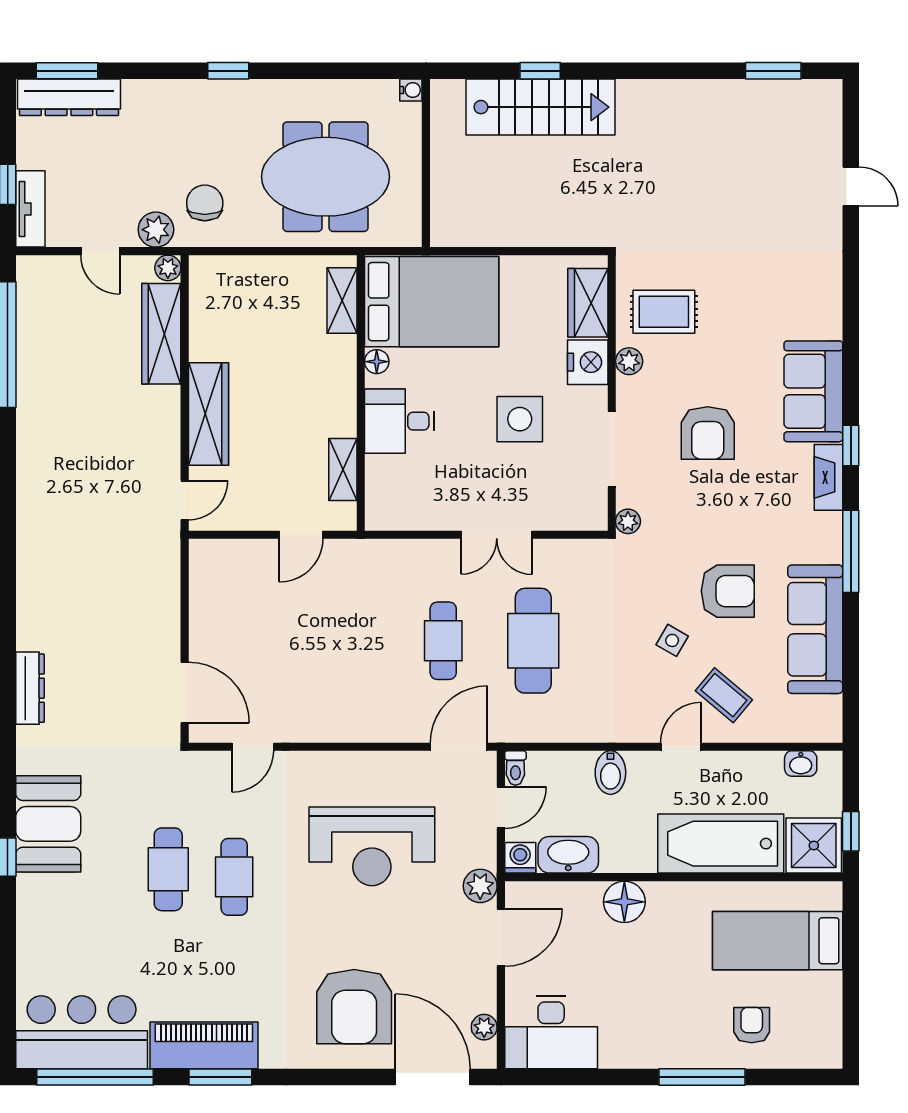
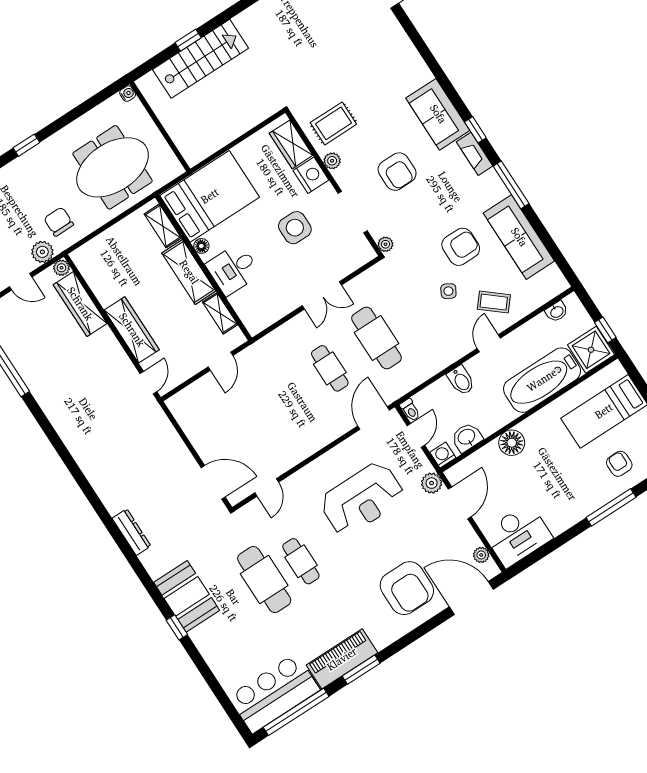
shelving: (337, 386) -> (189, 272), added
washbasin: (568, 855) -> (467, 437), width x0.72
cafe table: (168, 869) -> (264, 580), width x1.37, depth x1.35

